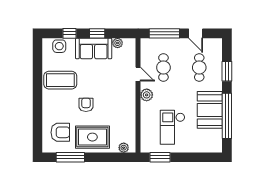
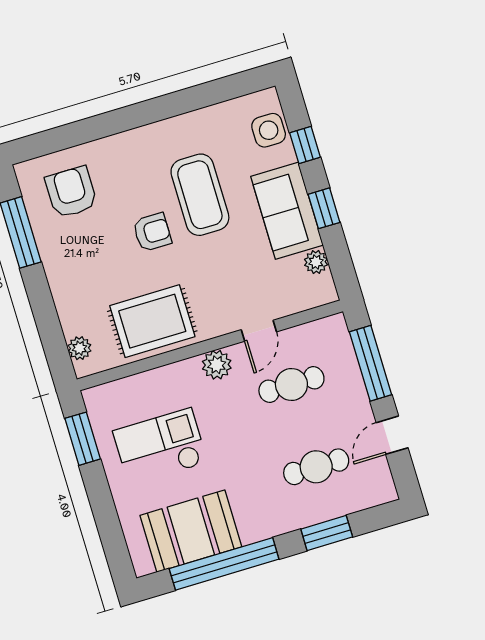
coffee table: (60, 80) -> (200, 195), moved
booth: (210, 110) -> (191, 531), moved
armchair: (60, 132) -> (71, 192), turned 180
rug: (92, 137) -> (152, 321), moved, turned 90

